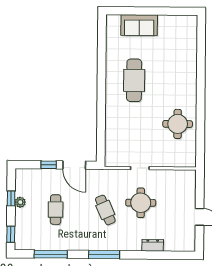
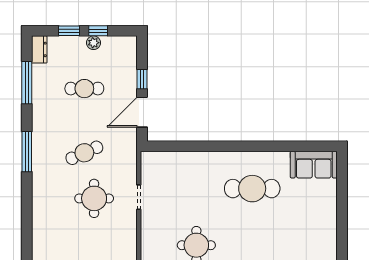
sofa: (139, 25) -> (314, 165), moved, turned -90
window: (11, 234) -> (69, 31), moved
dresser: (153, 245) -> (39, 49), moved

